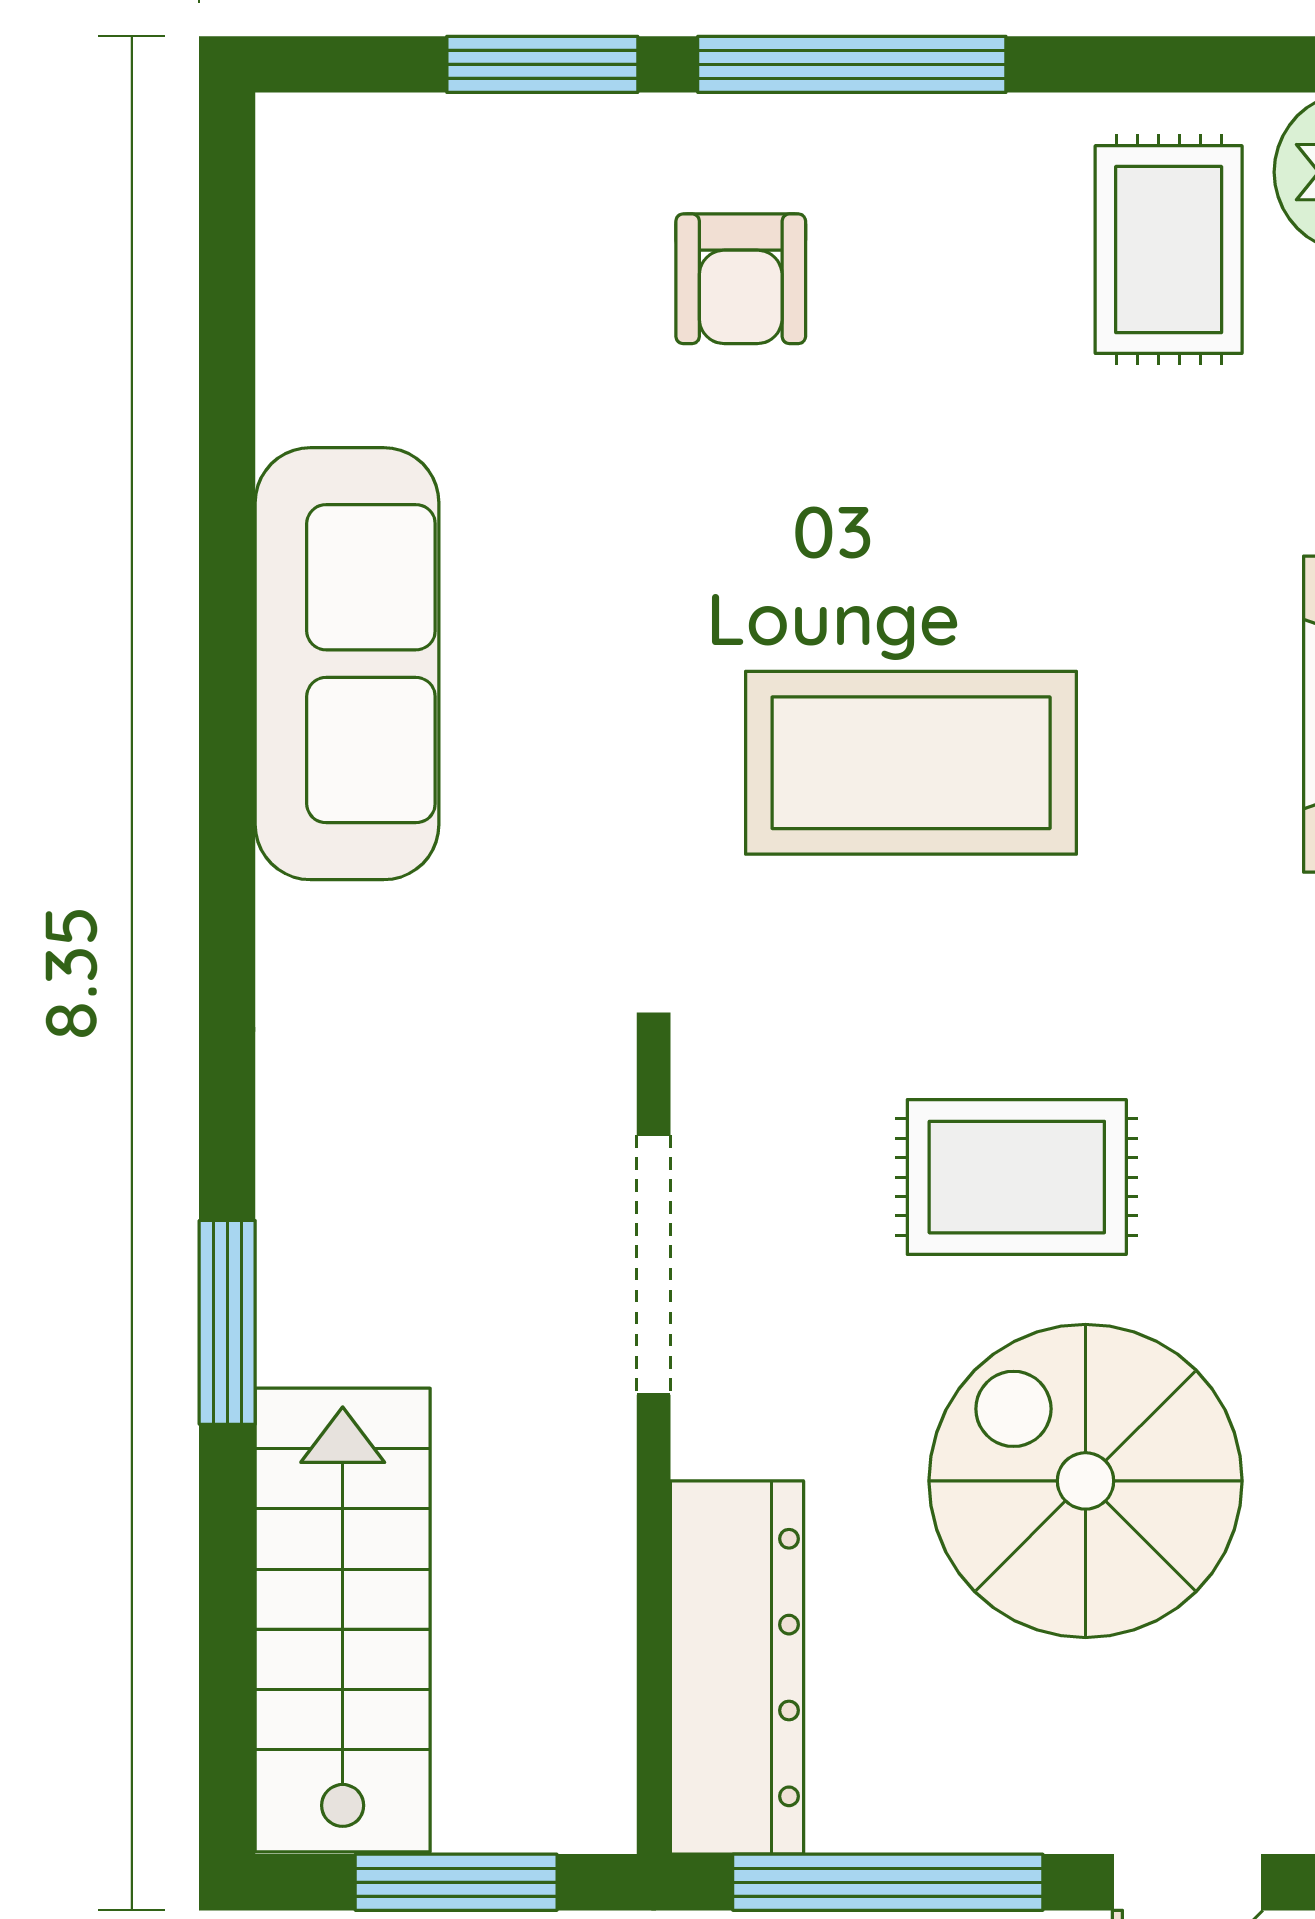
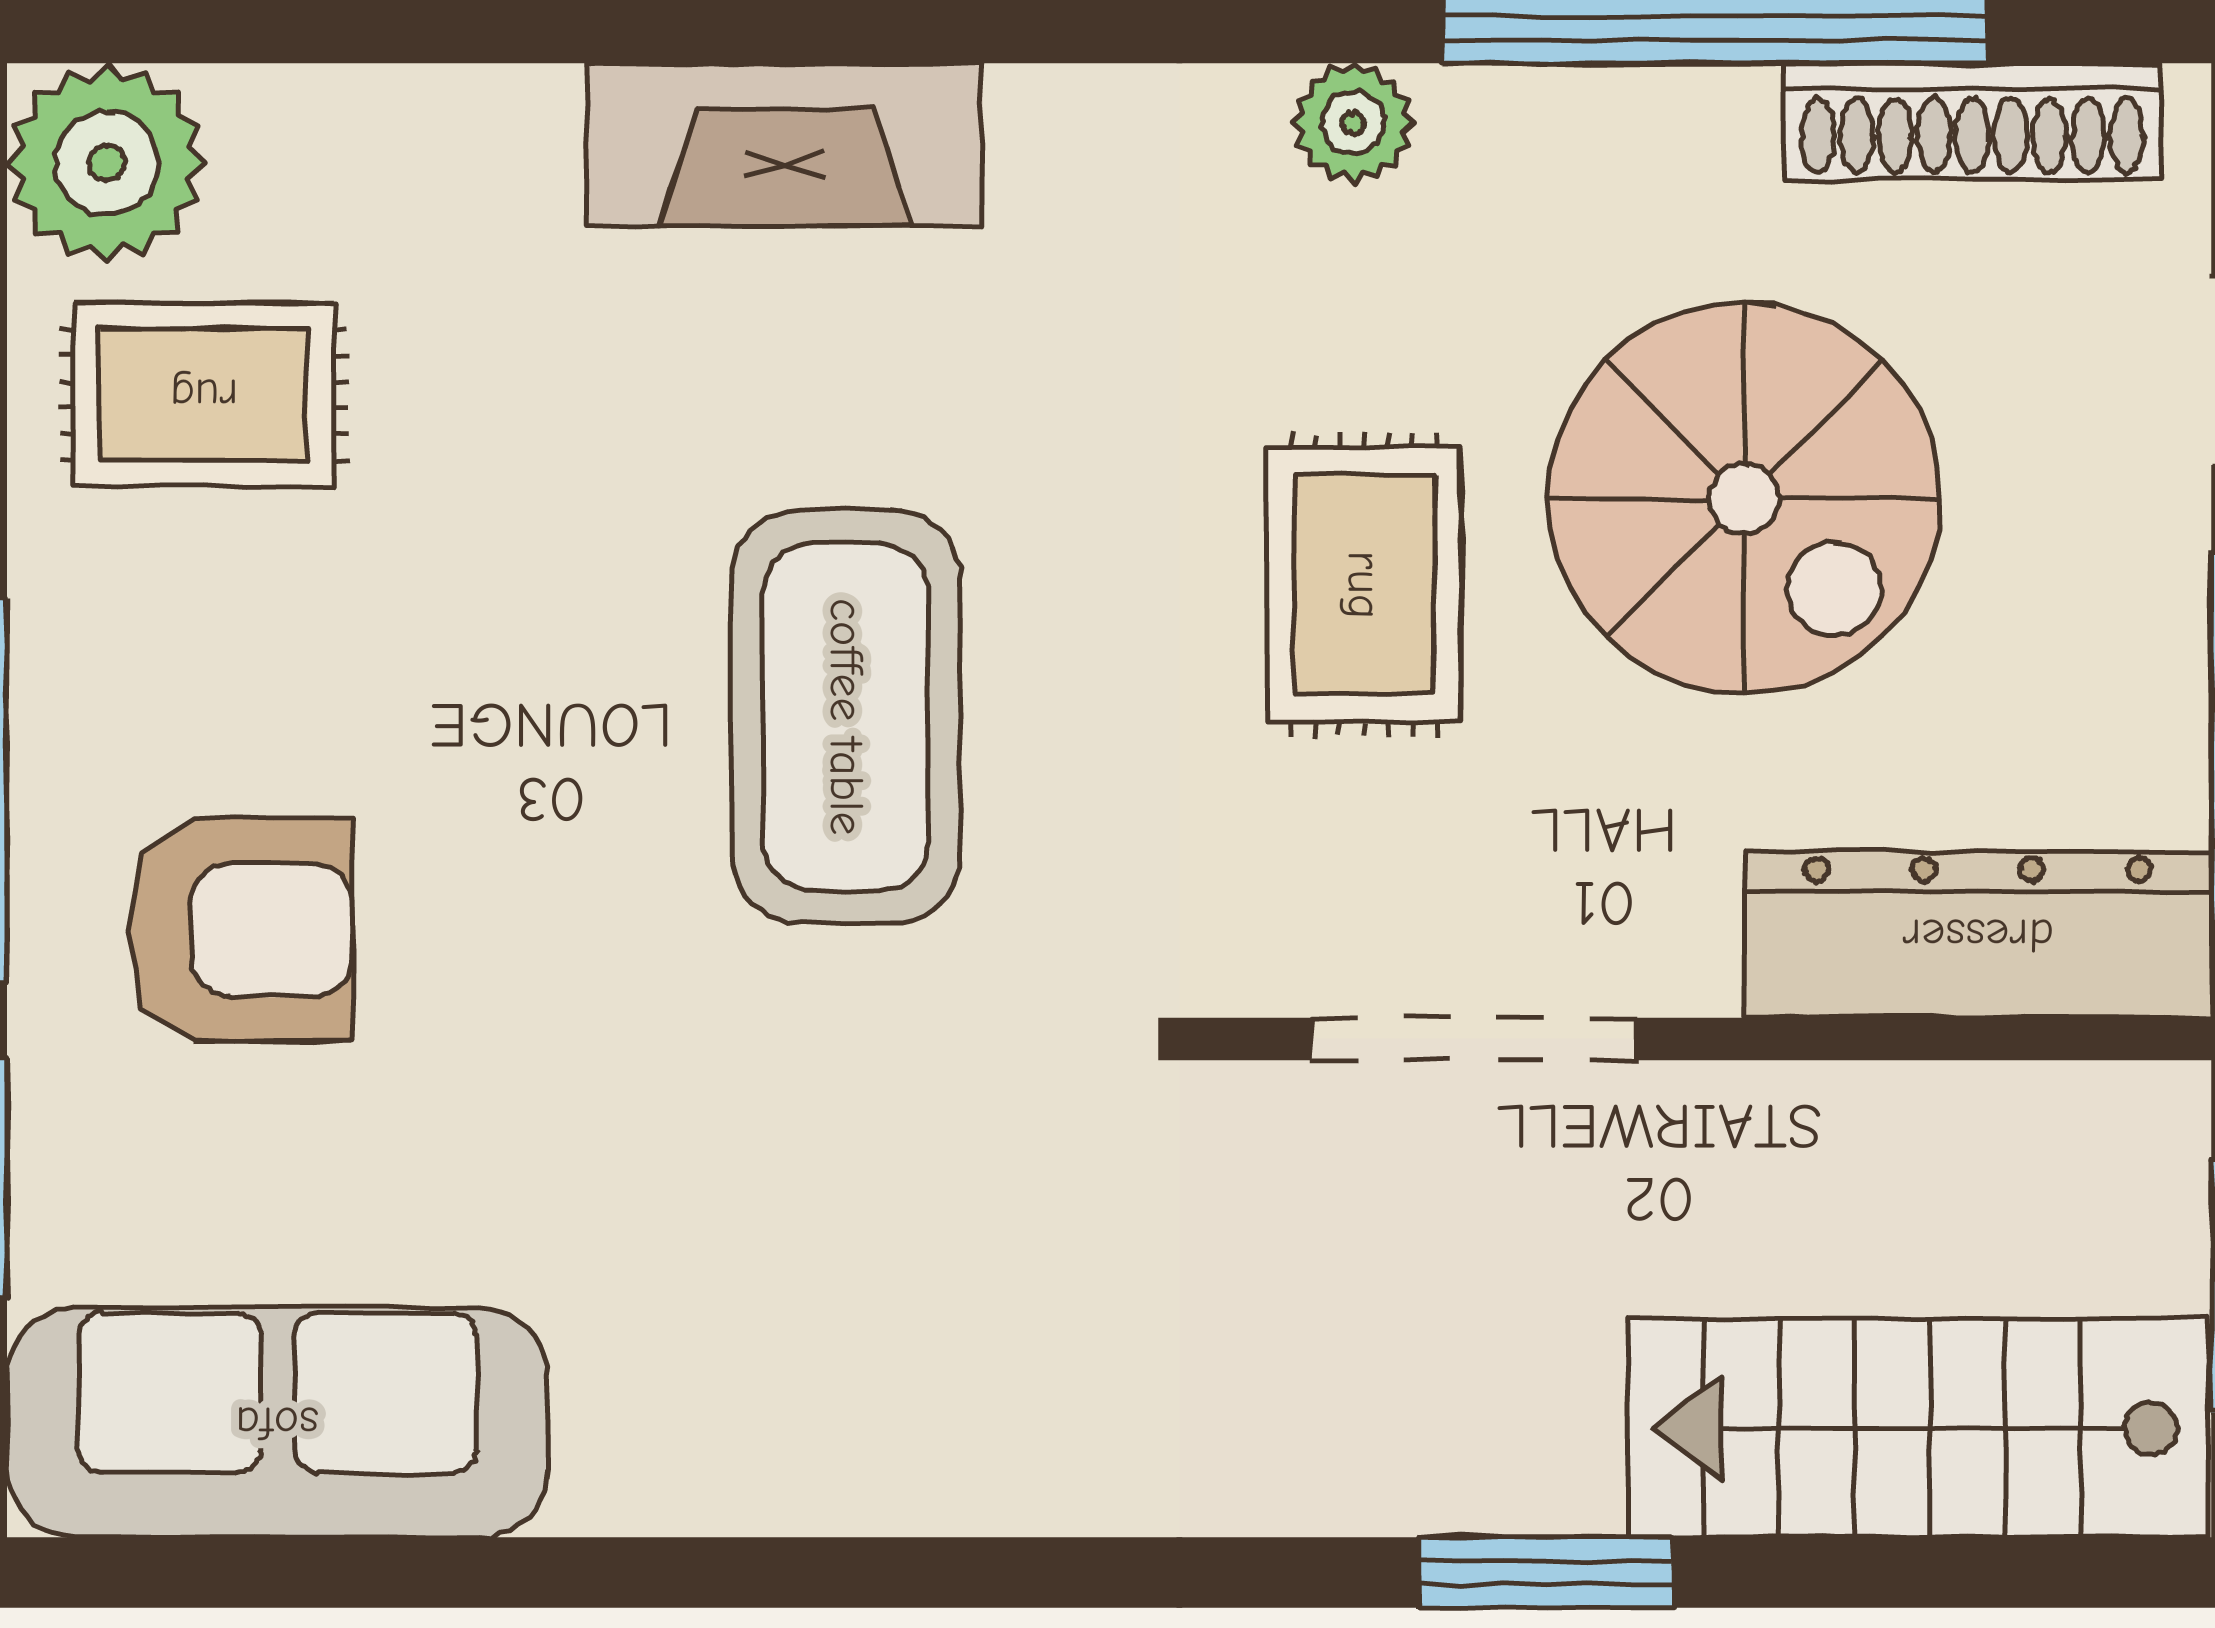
armchair: (741, 279) -> (240, 930), width x1.38, depth x1.38
sofa: (347, 664) -> (277, 1423), moved
spiral stairs: (1085, 1481) -> (1744, 499), turned -90

